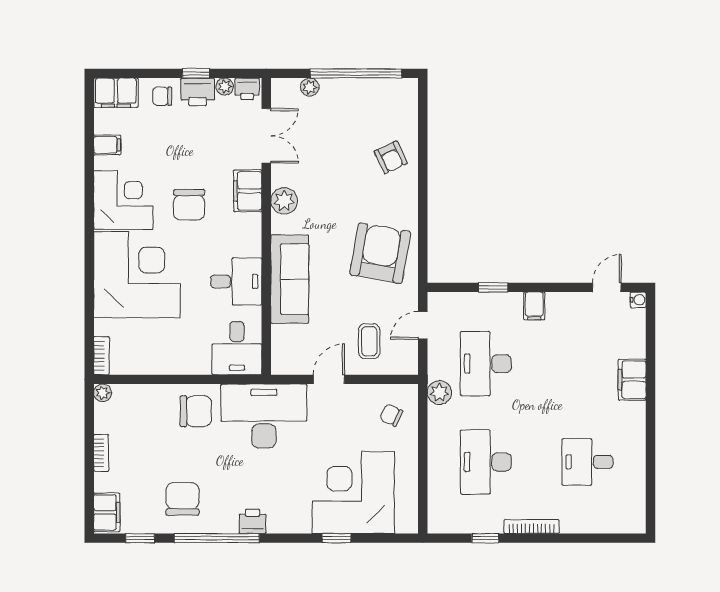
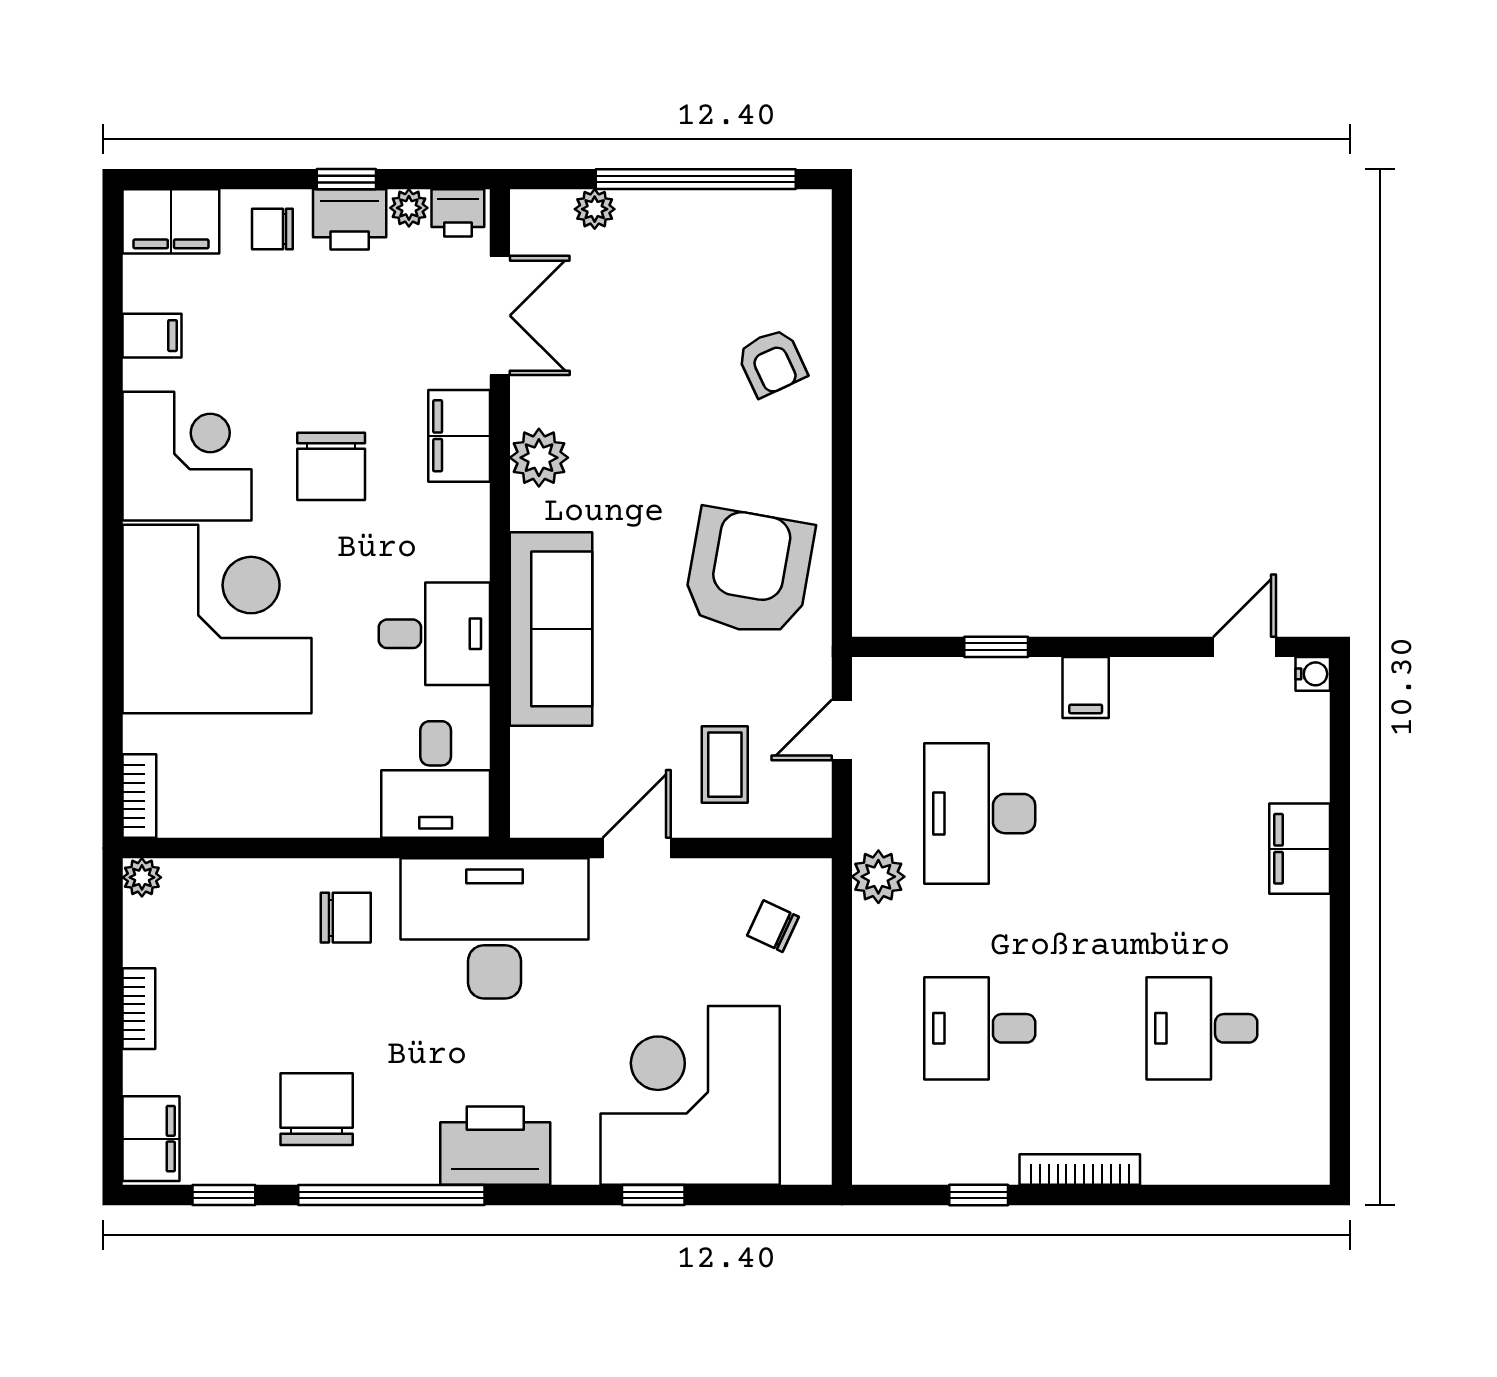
chair: (196, 411) -> (346, 918), width x0.73, depth x0.73
desk: (486, 462) -> (980, 1028), width x0.73
printer: (253, 521) -> (495, 1146), width x1.87, depth x1.48

